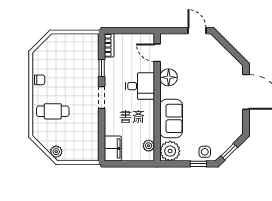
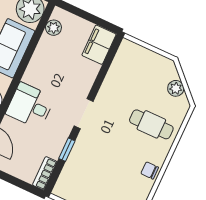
plant: (56, 152) -> (176, 88), moved

